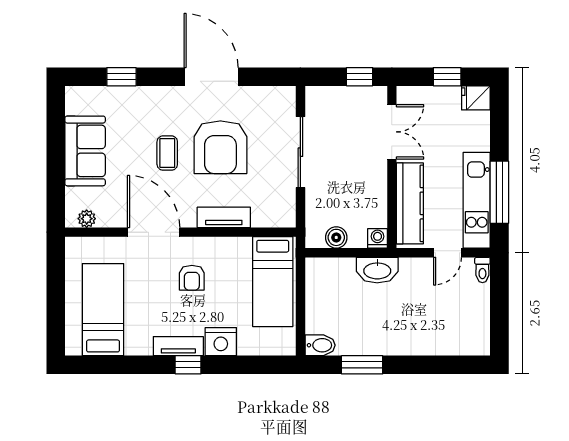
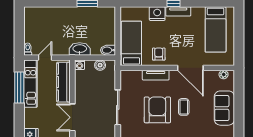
armchair: (192, 278) -> (159, 54), moved
bidet: (320, 345) -> (108, 50), moved

